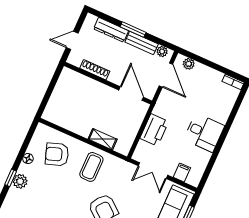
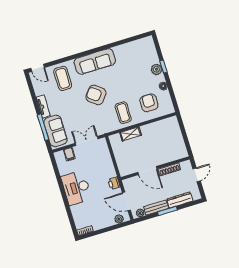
door: (131, 94) -> (147, 171), moved
printer: (154, 130) -> (114, 183), moved, width x0.53, depth x0.68
desk: (204, 133) -> (76, 188), width x1.37
armchair: (57, 154) -> (149, 103), turned -71

